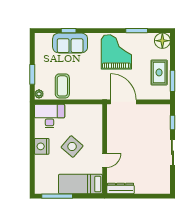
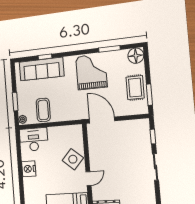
sofa: (70, 43) -> (41, 69), width x1.36
side table: (72, 146) -> (73, 159), moved

